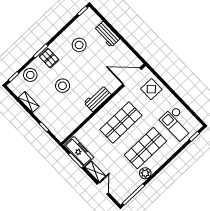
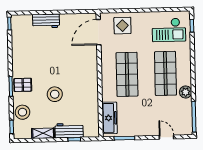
stool: (79, 45) -> (34, 51), removed
workbench: (98, 99) -> (69, 131), moved, turned 90
freezer: (79, 151) -> (110, 118), moved, turned 90
shelving: (95, 172) -> (148, 131), removed

